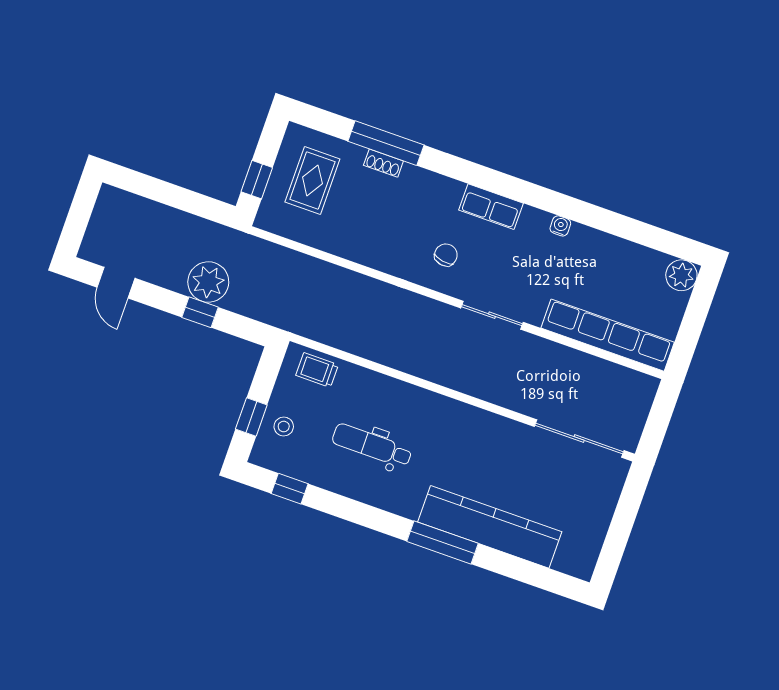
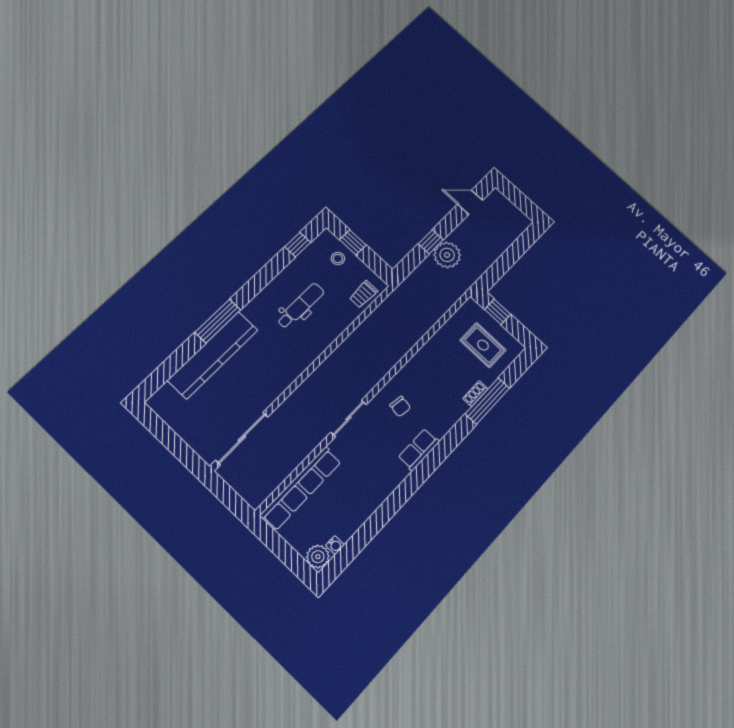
water cooler: (560, 226) -> (335, 545), moved
trolley: (317, 370) -> (364, 294), turned 180

